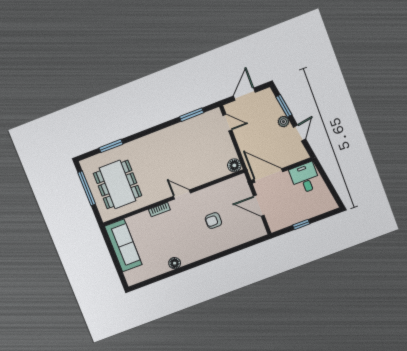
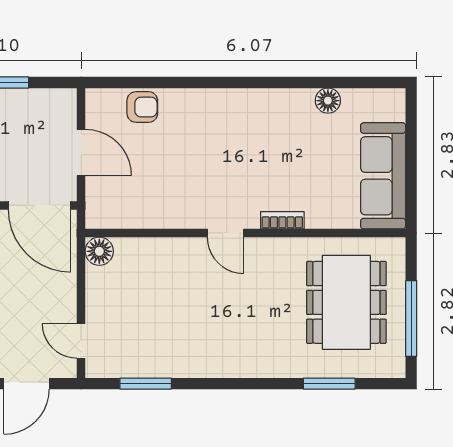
armchair: (213, 221) -> (142, 107), moved
floor lamp: (175, 263) -> (328, 101), moved

